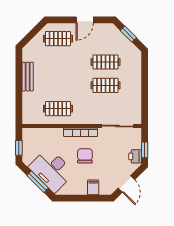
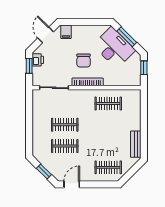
door: (85, 20) -> (72, 184), moved
bench: (28, 77) -> (136, 144), moved
filing cabinet: (93, 187) -> (66, 32), moved

